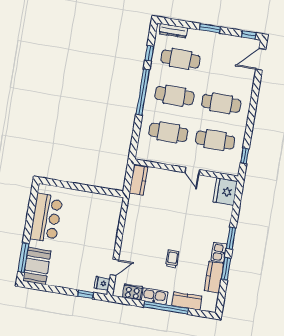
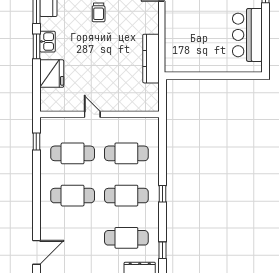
window: (149, 53) -> (162, 250), moved
window: (143, 92) -> (162, 194), width x0.32
kitchen counter: (139, 180) -> (151, 59), moved, width x1.50
fridge: (225, 192) -> (52, 74), moved
kitchen sink: (219, 252) -> (47, 42), moved

